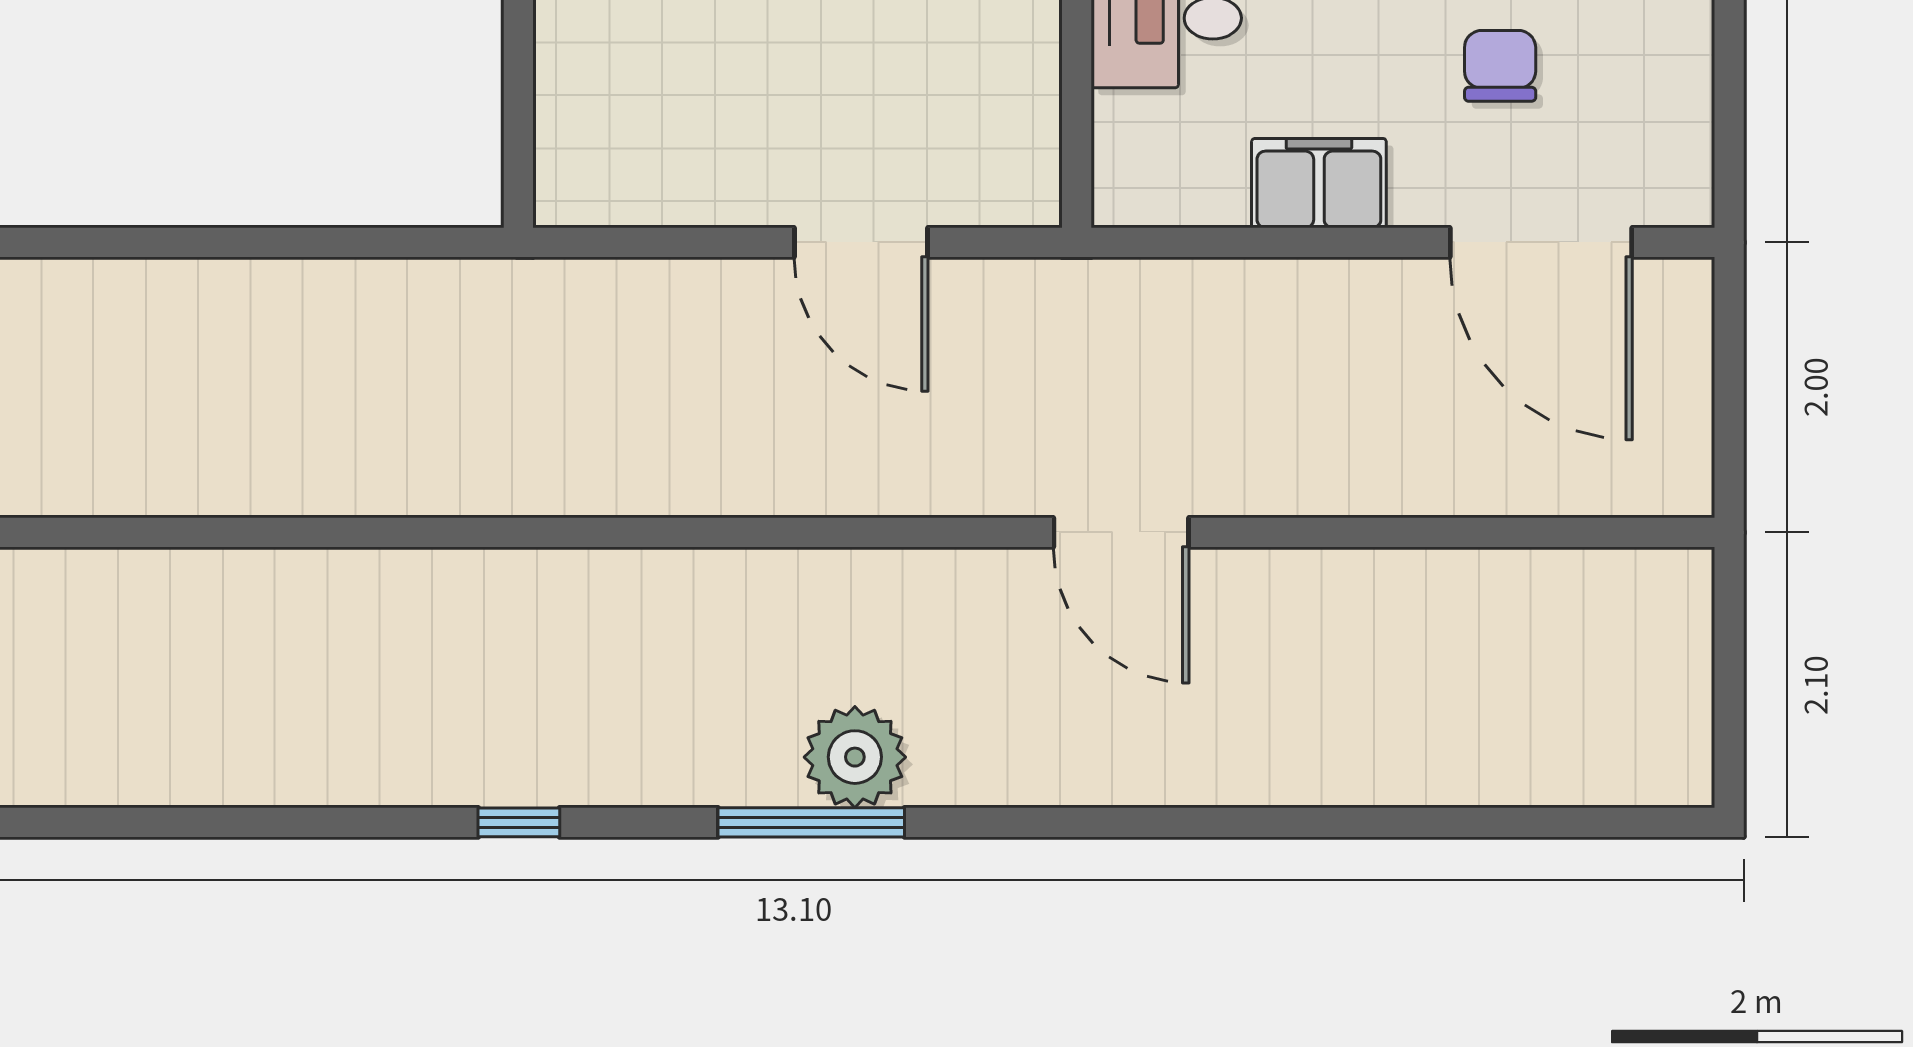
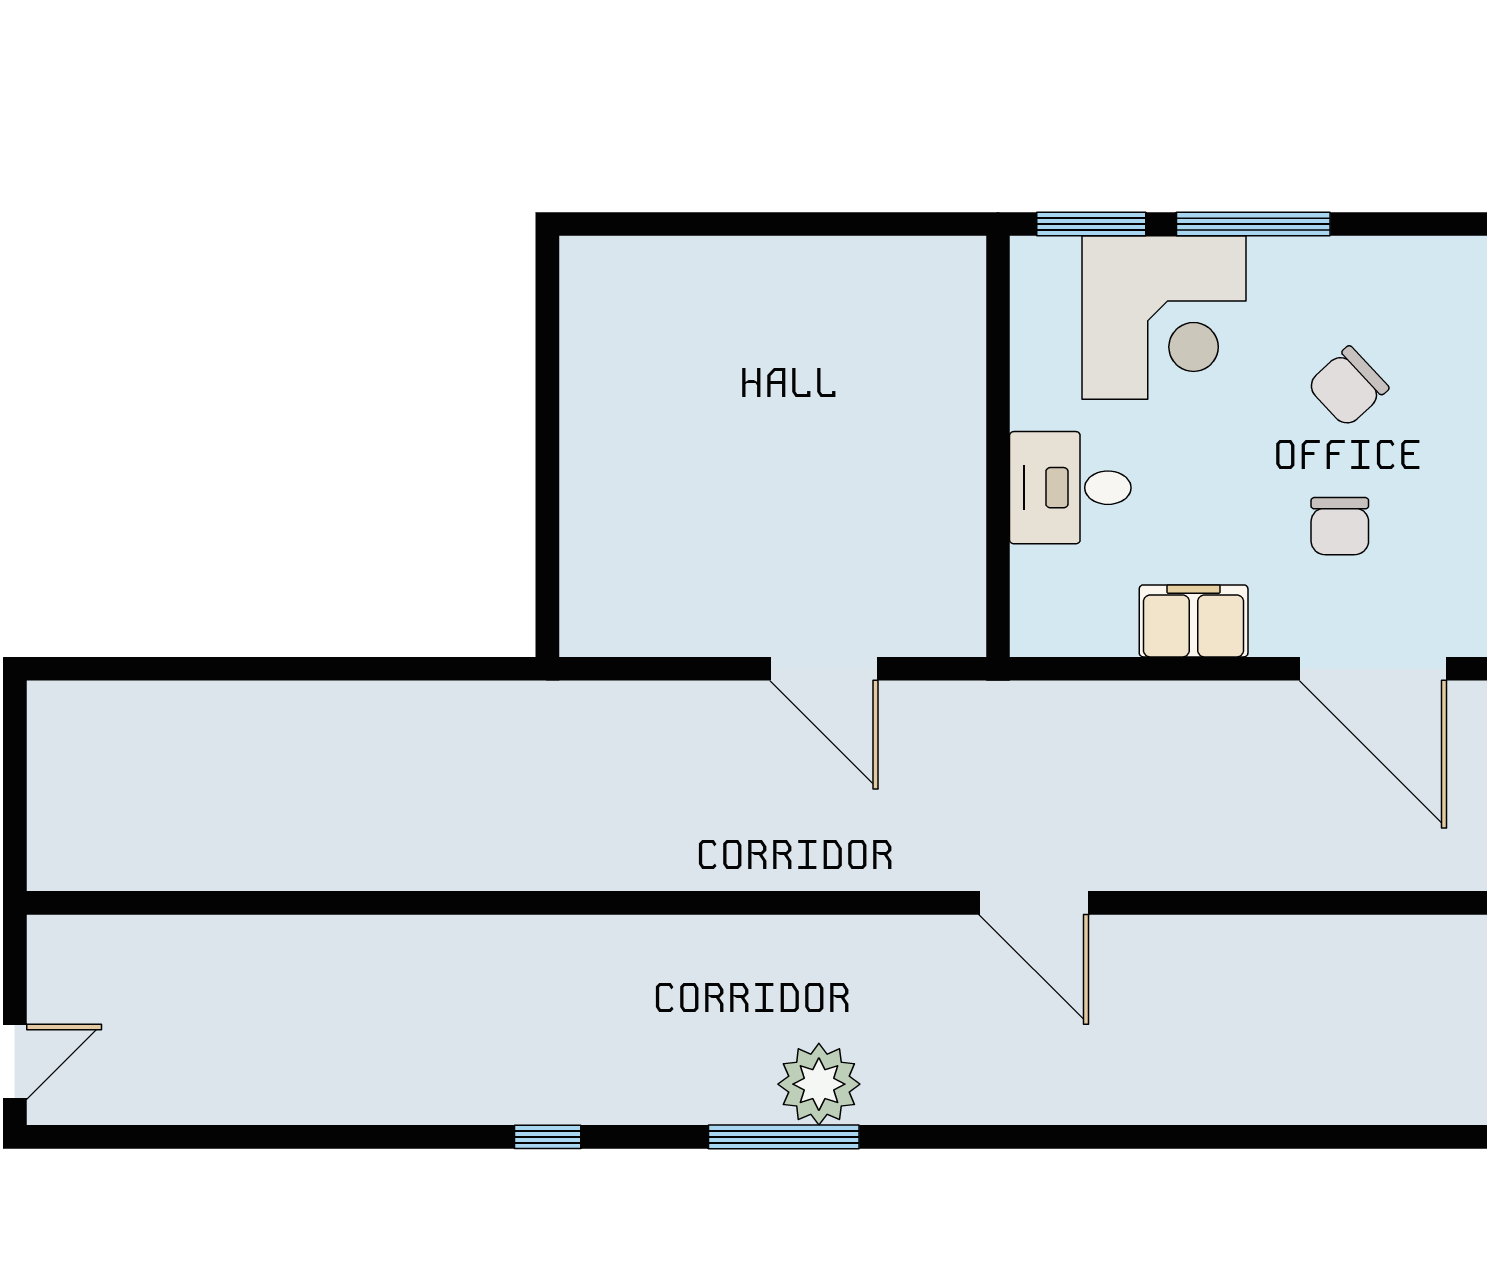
chair: (1500, 66) -> (1340, 526), turned 180

